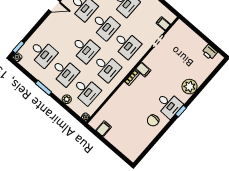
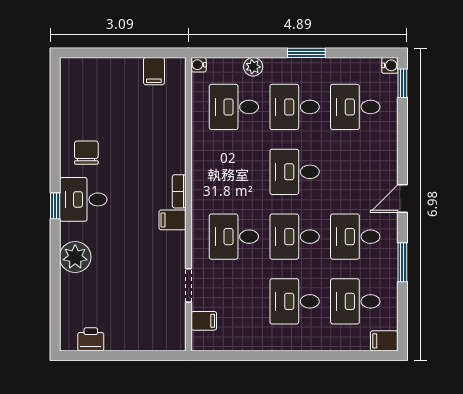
desk: (106, 68) -> (234, 172), removed

